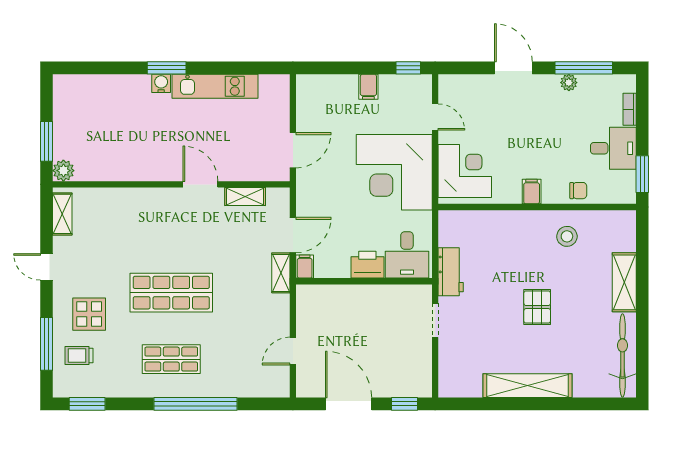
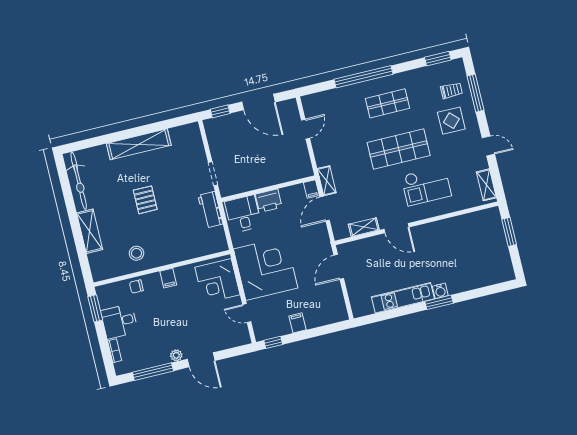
plant: (569, 83) -> (176, 355), moved
plant: (63, 171) -> (493, 215), removed
checkout: (146, 233) -> (426, 186), added

